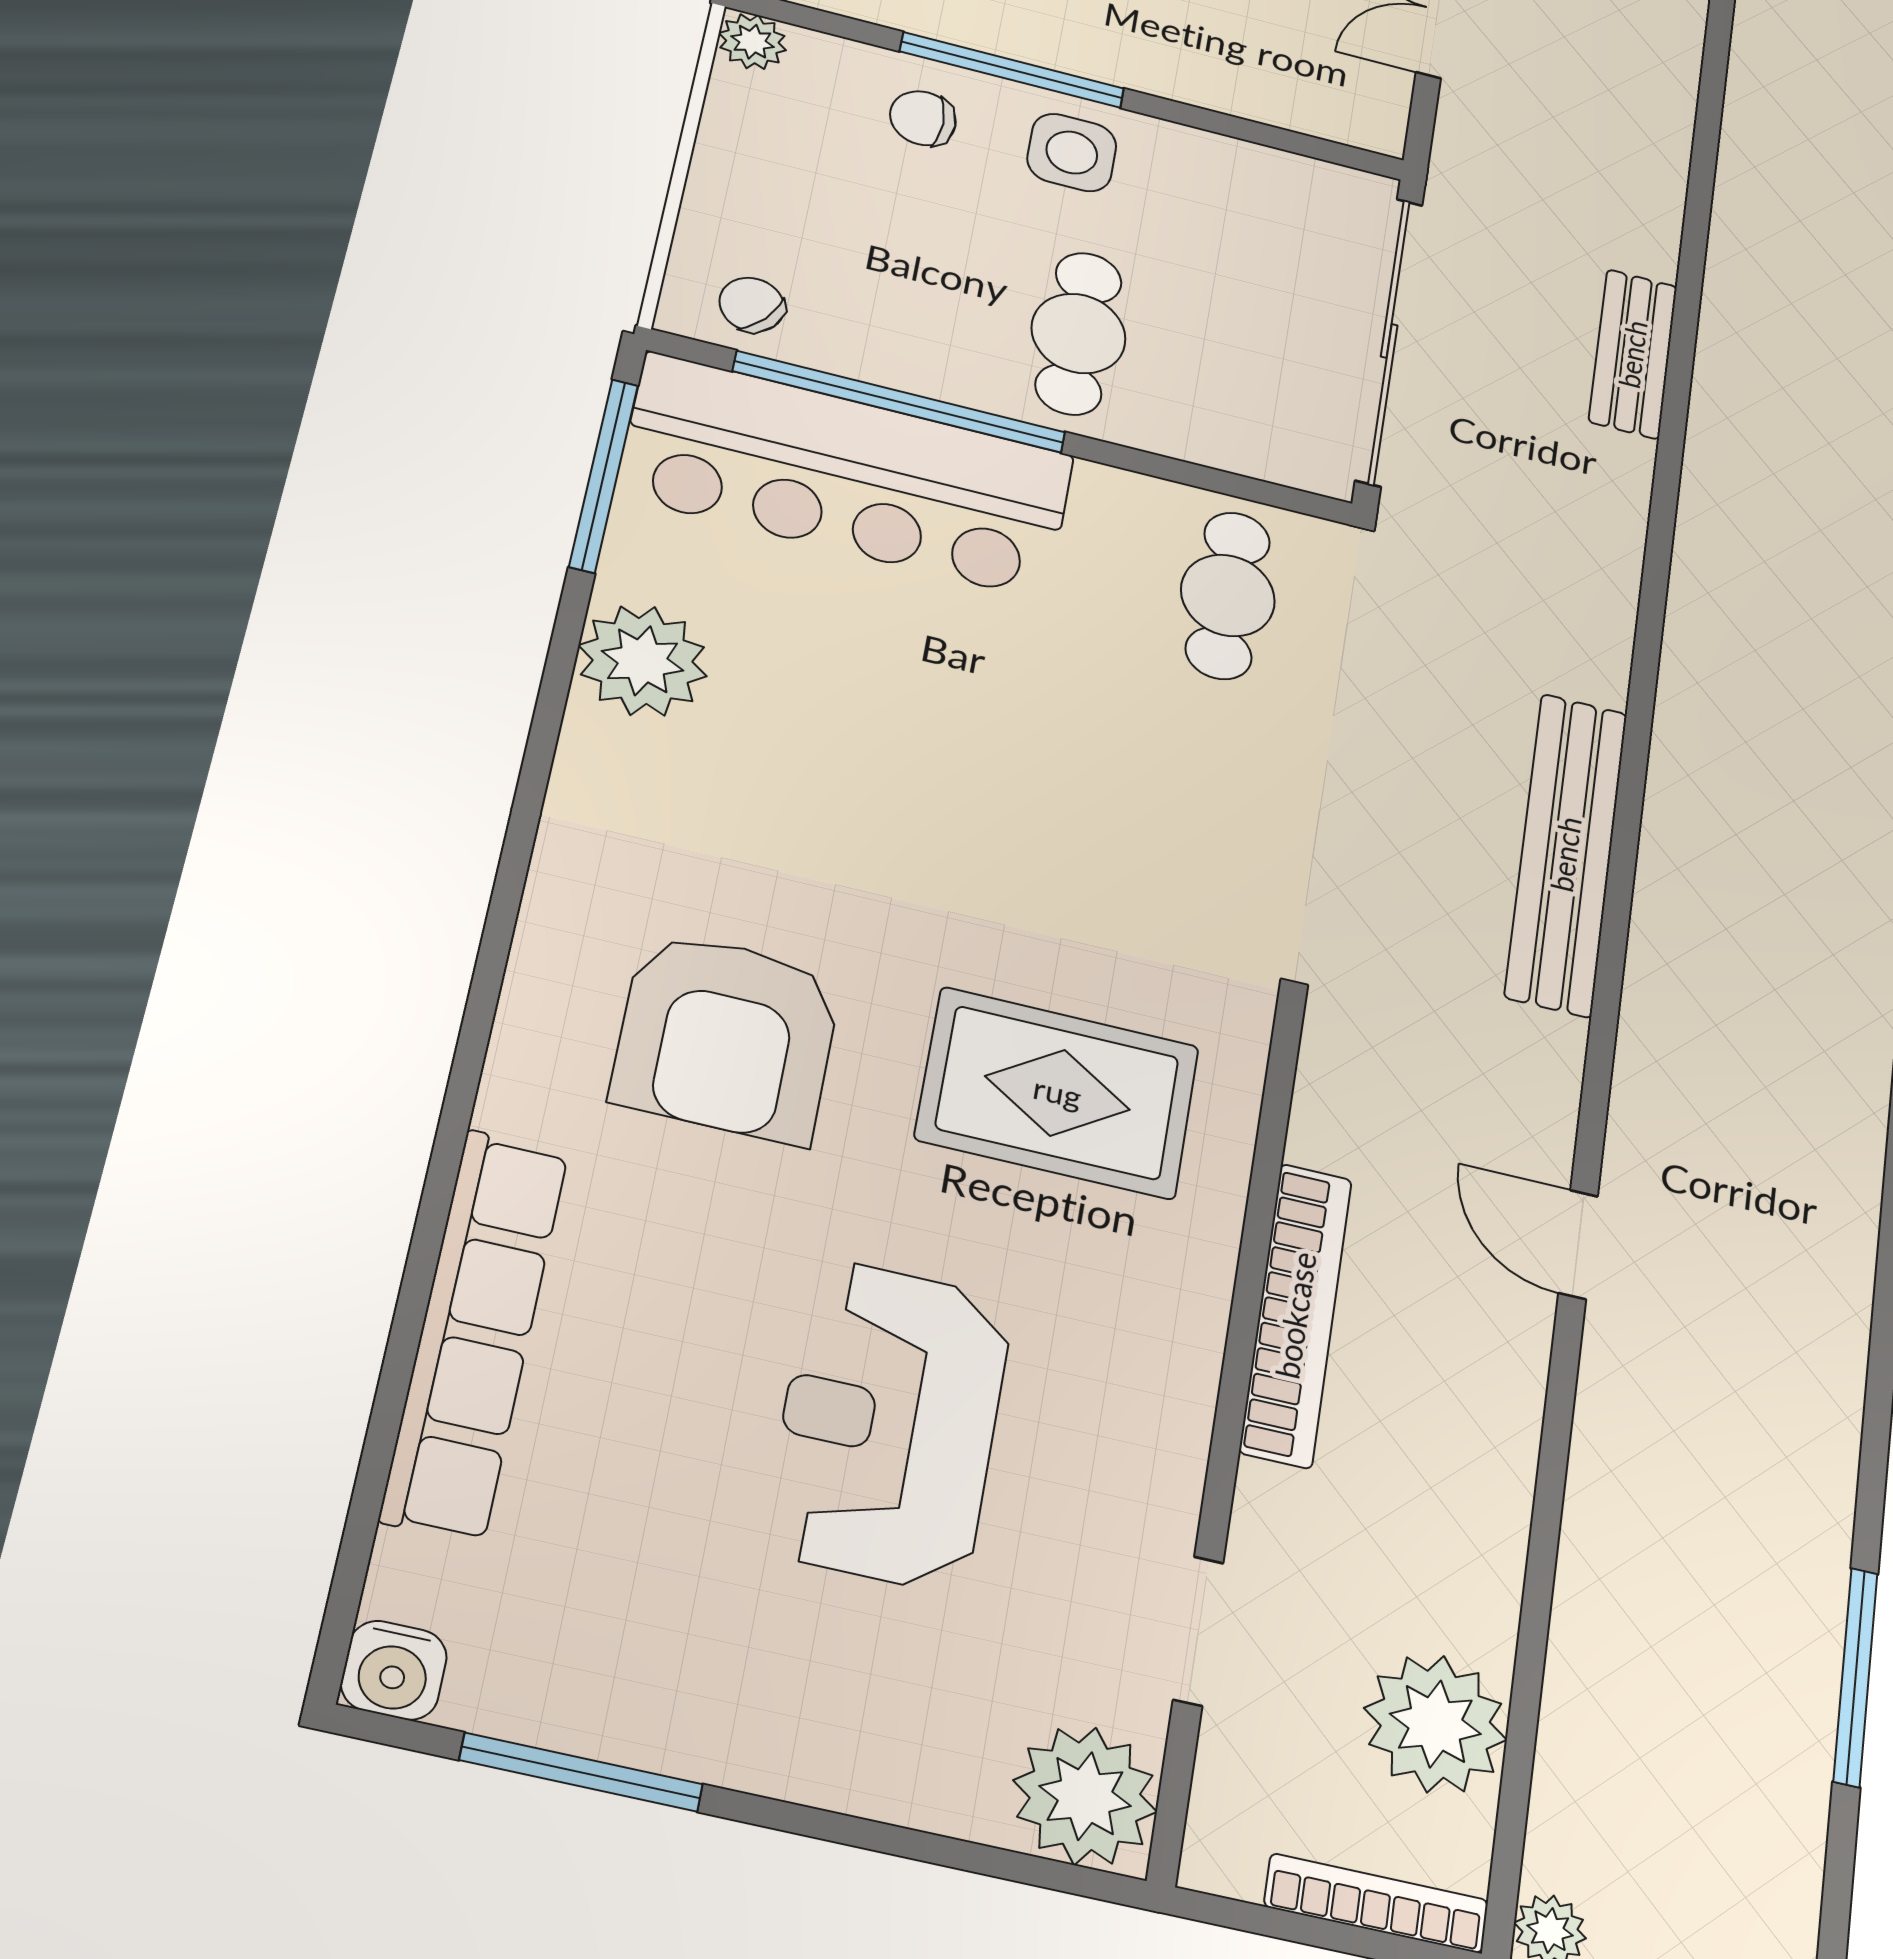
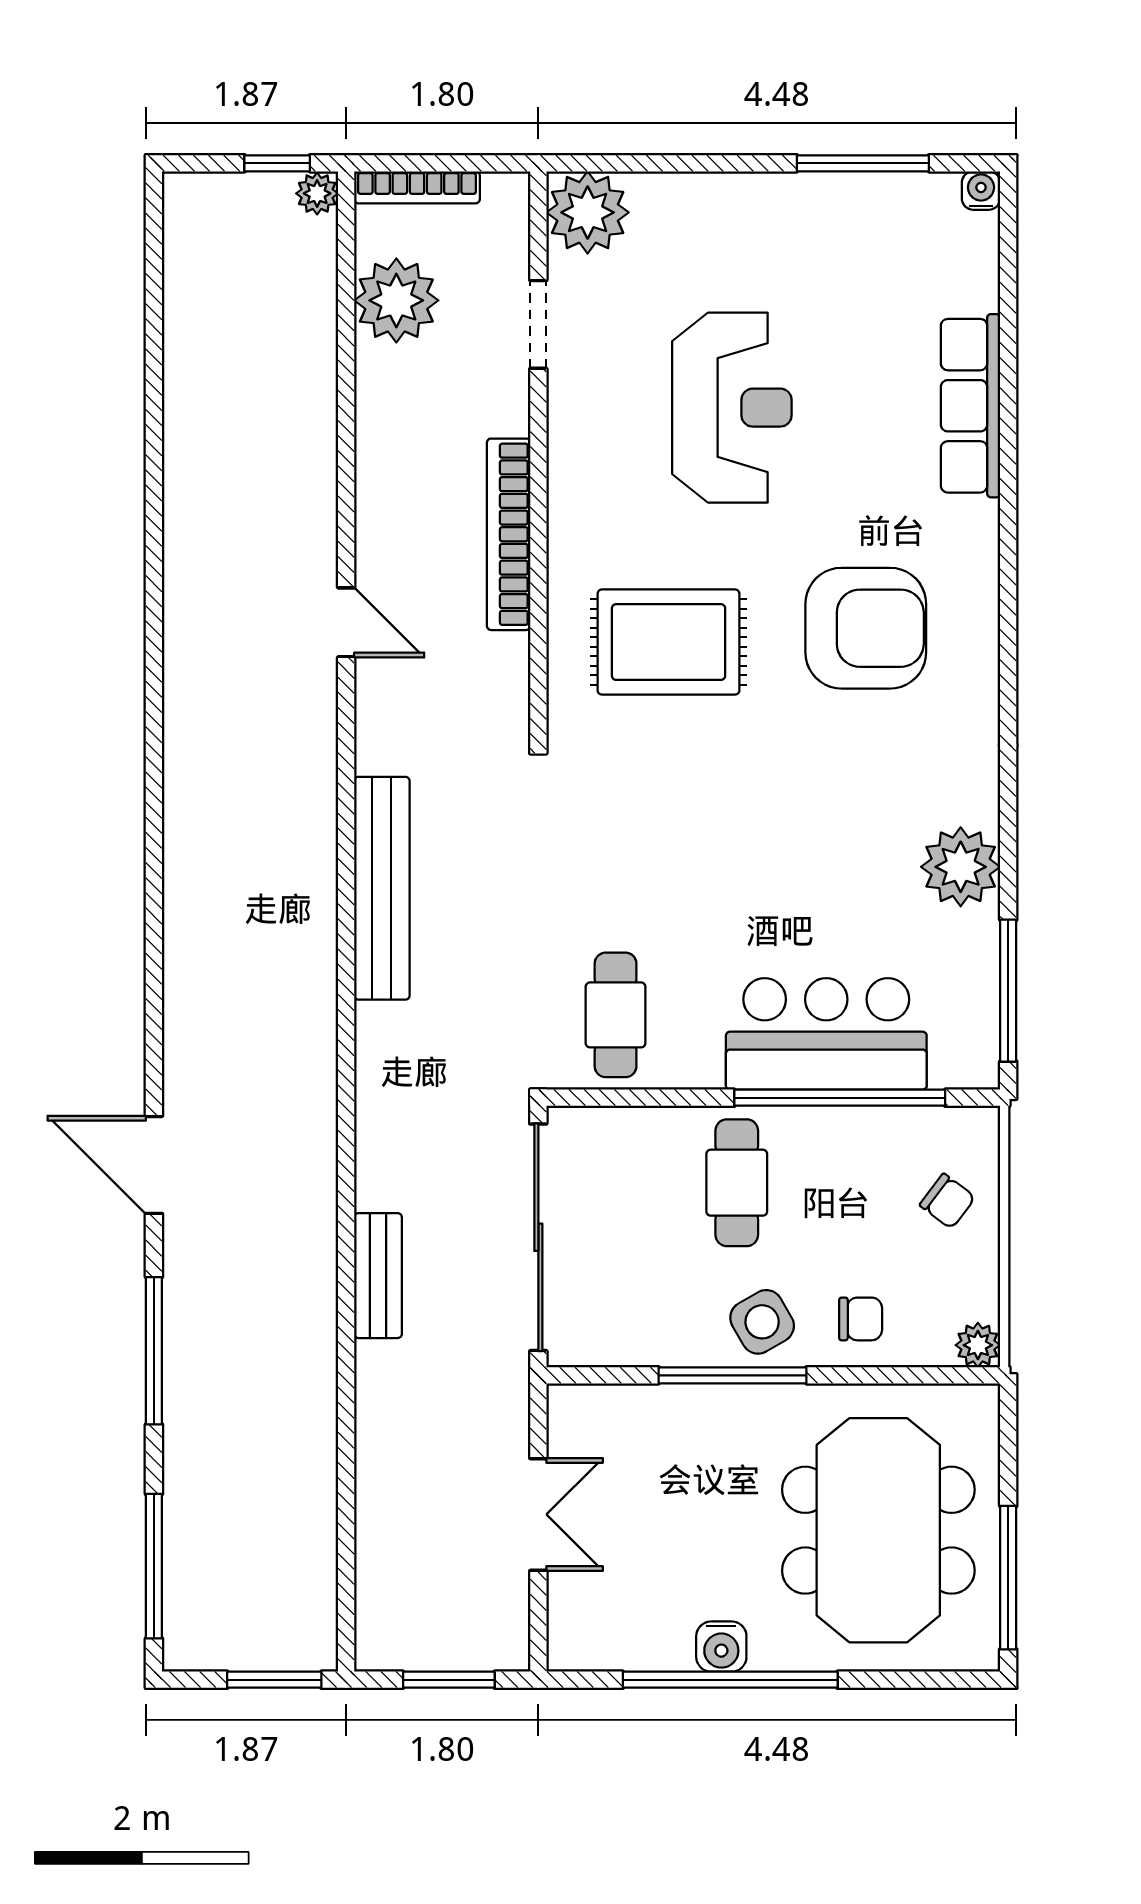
window: (1012, 70) -> (732, 1375), moved
side table: (1072, 153) -> (762, 1322), turned -30
chair: (752, 305) -> (947, 1201), moved
bar counter: (846, 475) -> (826, 1034), width x0.73
armchair: (727, 1037) -> (866, 628), turned 90
row of seats: (475, 1334) -> (971, 406), width x0.73
water cooler: (394, 1670) -> (981, 191), width x0.72, depth x0.72
window: (1855, 1677) -> (154, 386), removed

